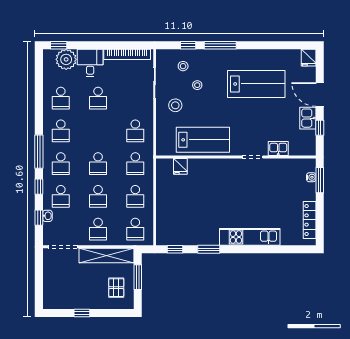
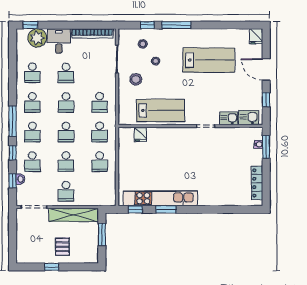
kitchen sink: (308, 118) -> (249, 118), moved, turned 90
school desk: (135, 229) -> (66, 102), moved
kitchen unit: (250, 237) -> (160, 198), moved, width x1.36
pallet: (116, 288) -> (62, 247), moved

